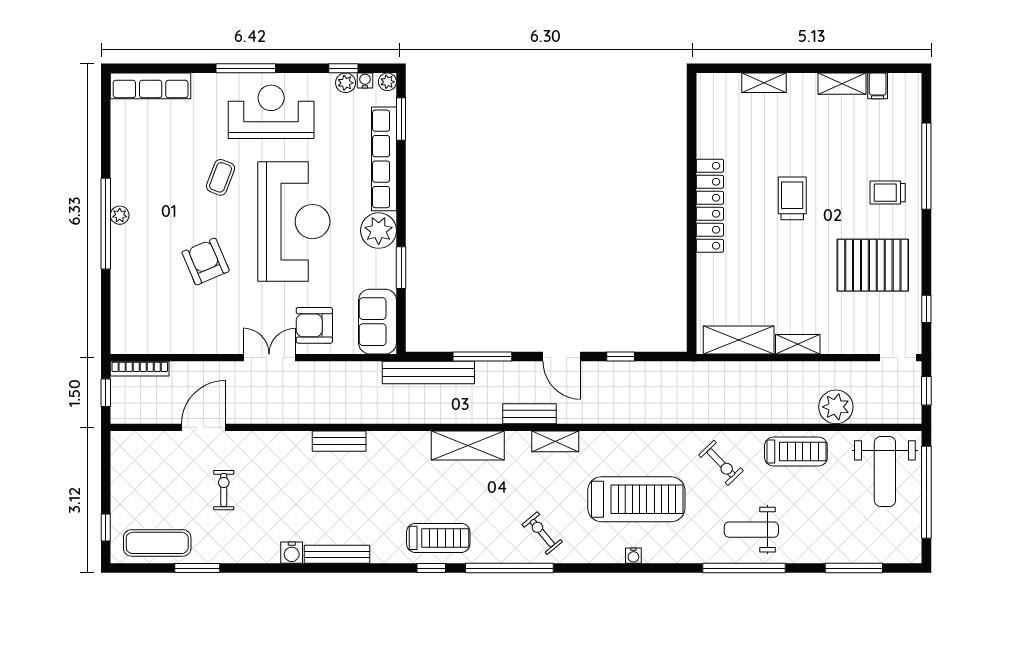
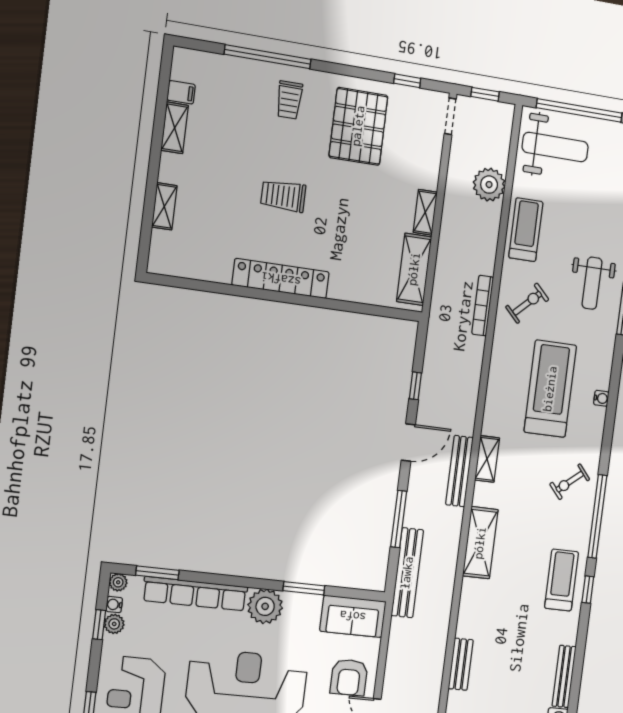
bench: (529, 414) -> (459, 471), width x1.36
bookcase: (712, 416) -> (483, 306), added

